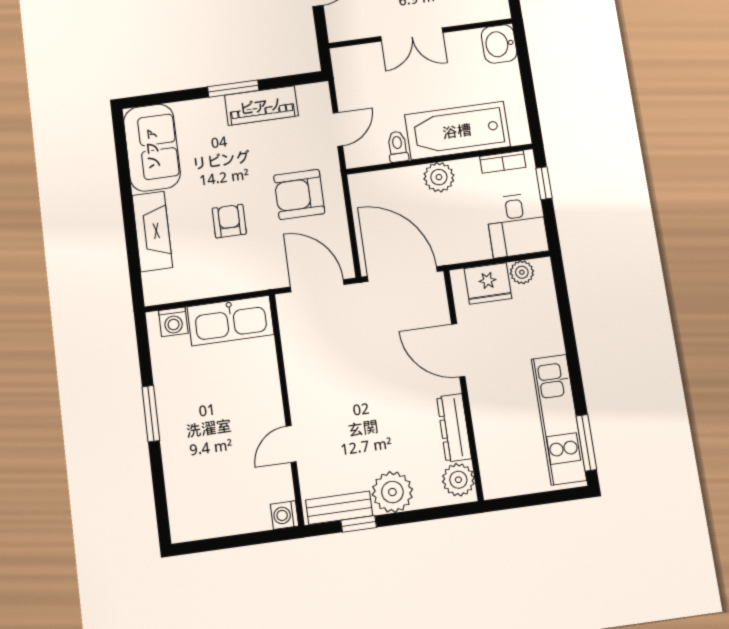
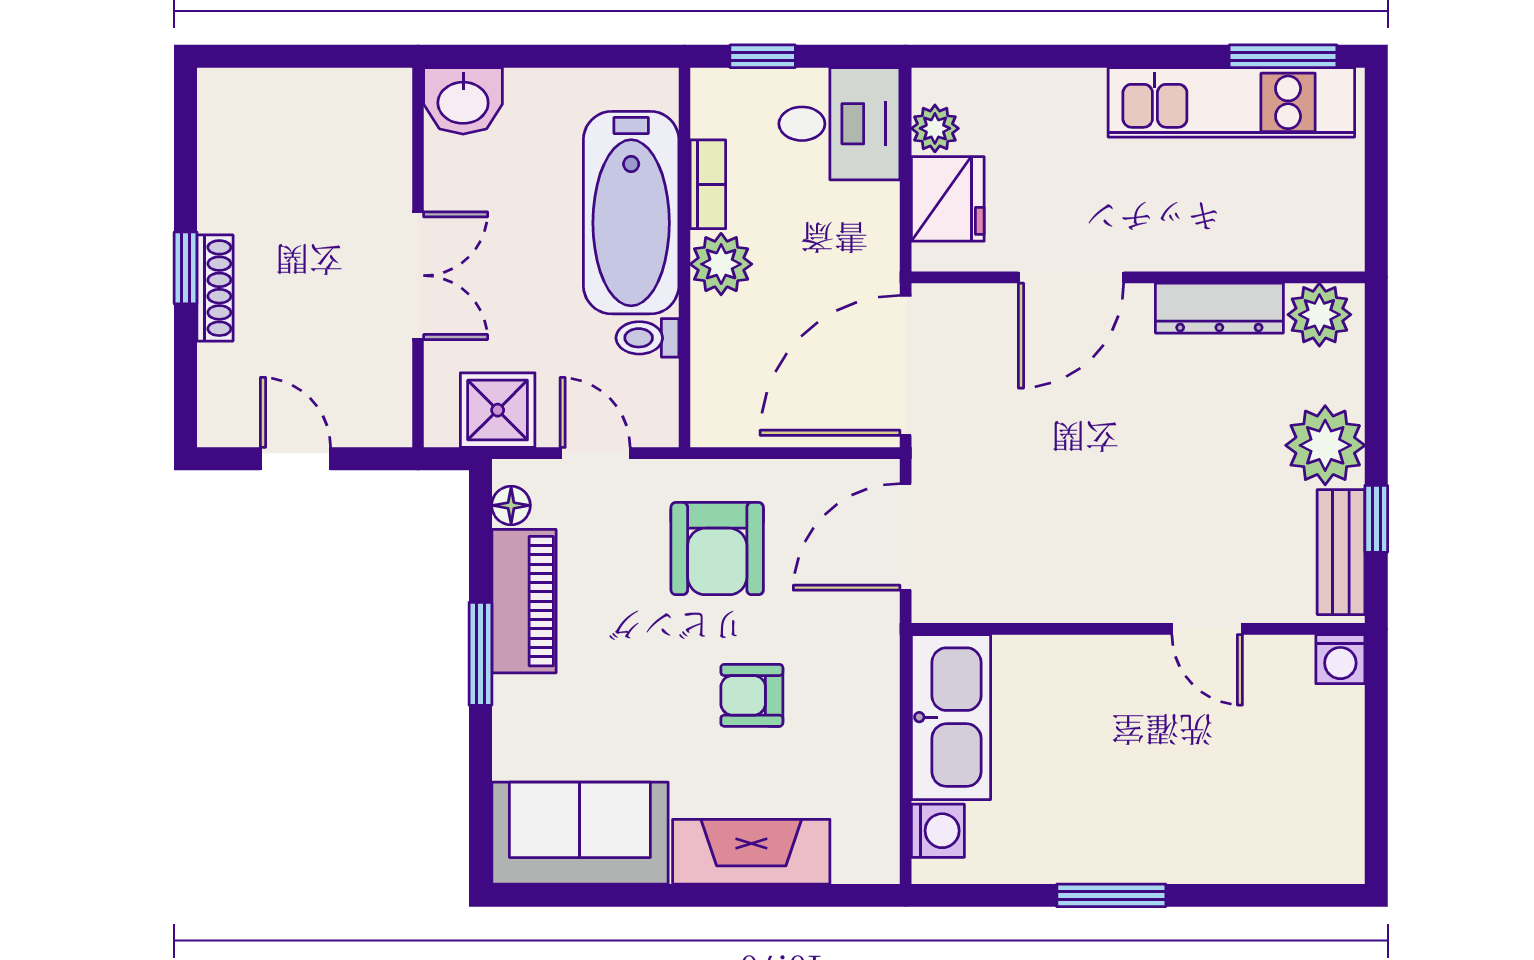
shower: (352, 81) -> (498, 410), added
floor lamp: (307, 93) -> (511, 505), added
bookcase: (503, 162) -> (708, 184), moved

